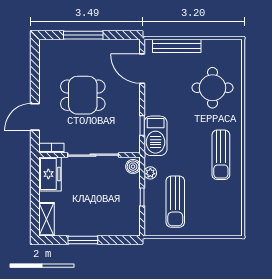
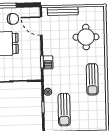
chair: (98, 56) -> (13, 19), added
barbecue: (156, 136) -> (48, 62), width x0.53, depth x0.65
boiler: (133, 167) -> (37, 88), removed

